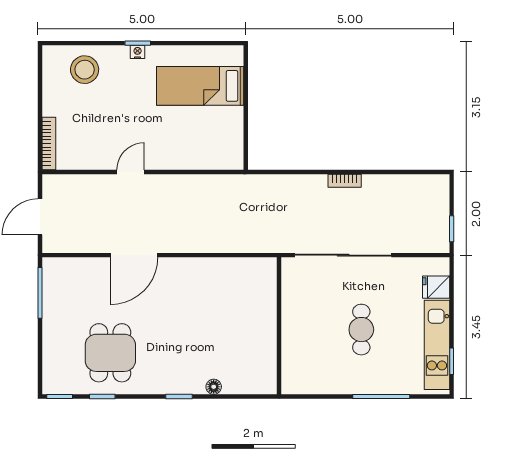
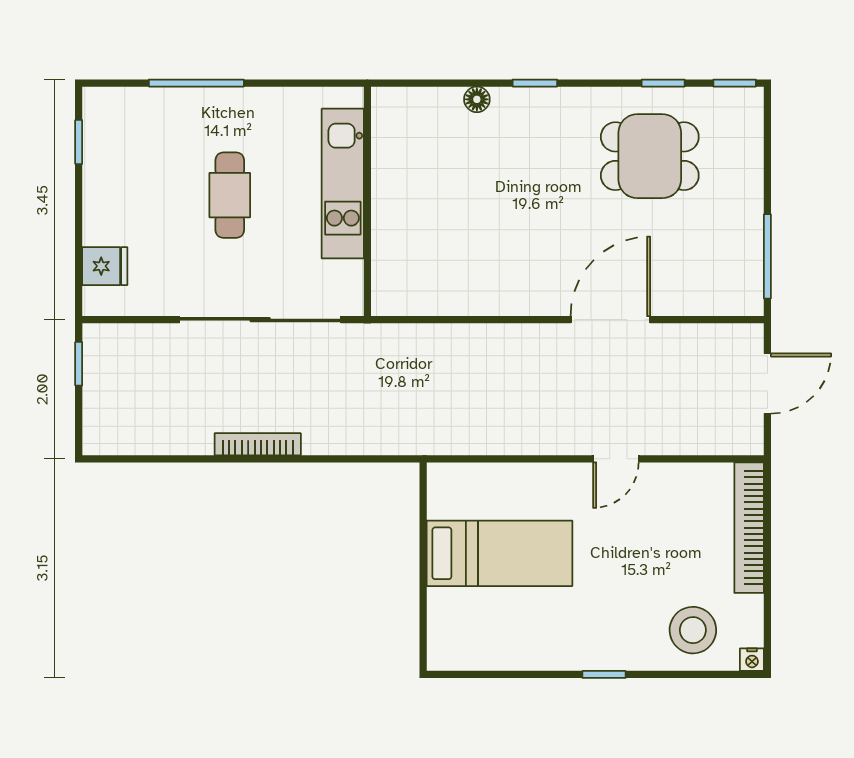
nightstand: (138, 52) -> (752, 660), moved
bed: (200, 86) -> (499, 553), moved
bookcase: (49, 144) -> (749, 528), width x1.48, depth x1.31
bookcase: (345, 181) -> (258, 444), width x1.56
kitchen unit: (437, 345) -> (343, 184), moved, turned 180
dining table: (110, 353) -> (650, 156), turned 90

